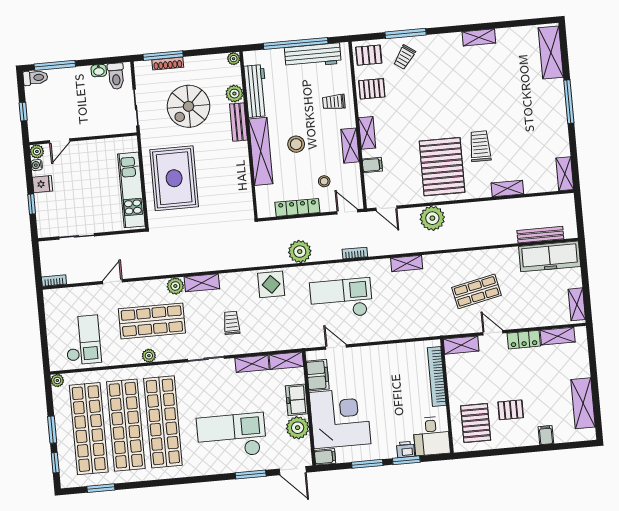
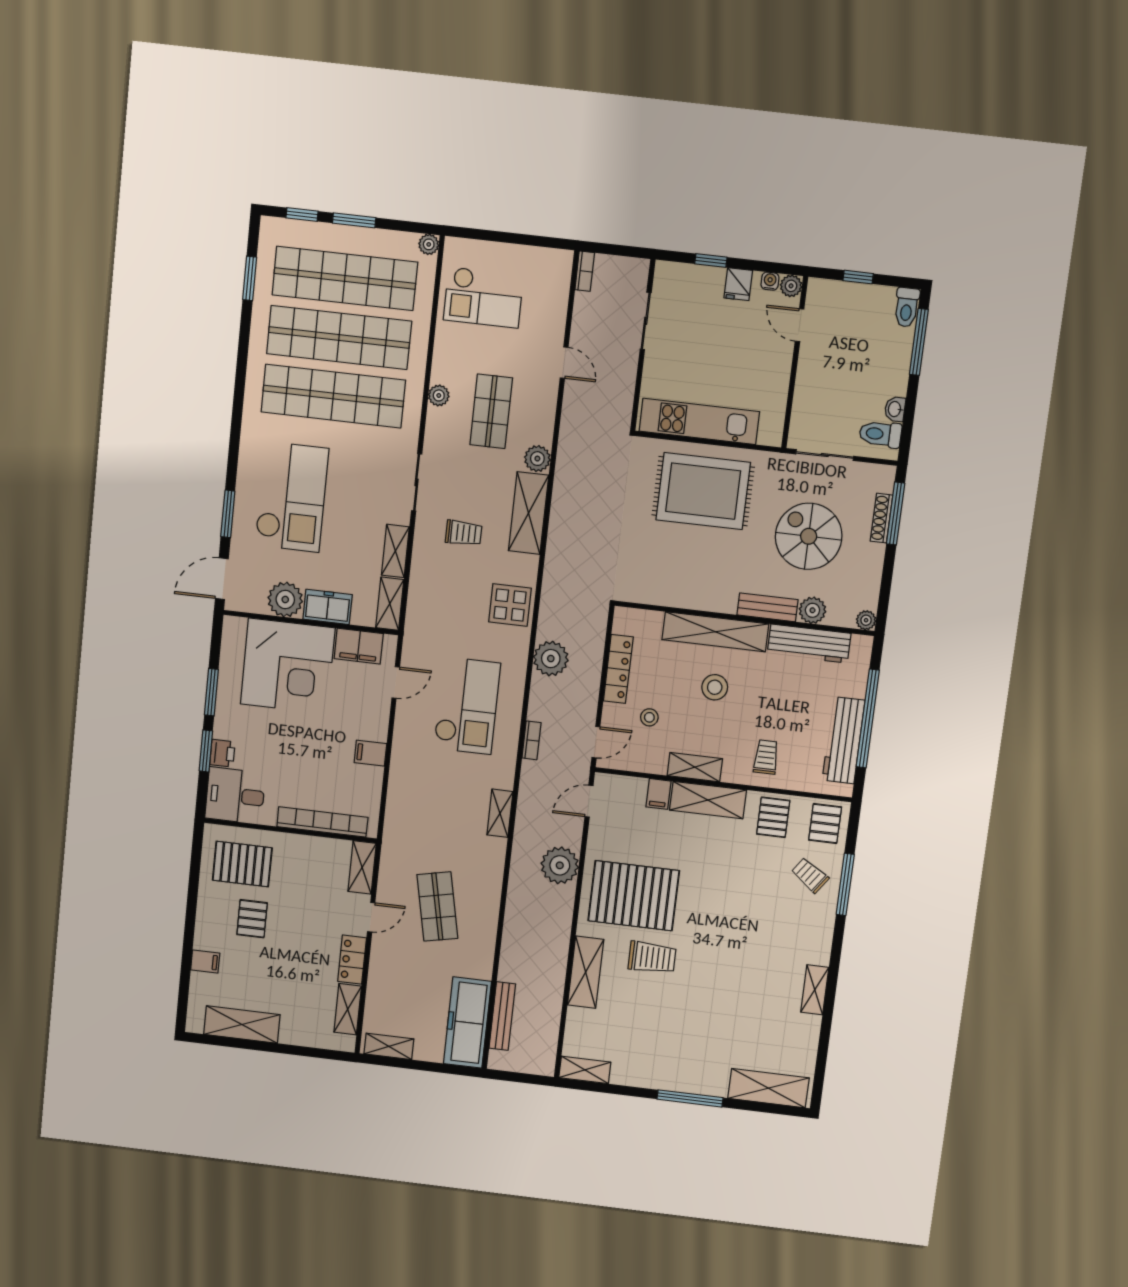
shelving: (367, 133) -> (708, 800), width x1.50, depth x1.33
shelving: (507, 189) -> (586, 972), width x1.50, depth x1.33
shelving: (202, 283) -> (528, 513), width x1.50, depth x1.33
shop shelf: (152, 321) -> (491, 411), width x0.70, depth x0.74
filing cabinet: (325, 457) -> (370, 753), moved, turned 90

